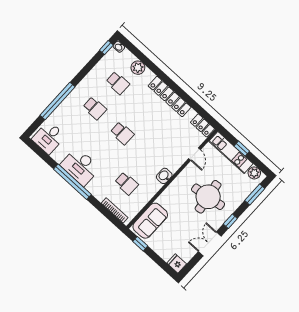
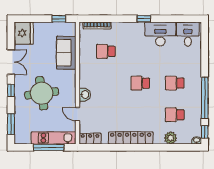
window: (58, 101) -> (205, 98), moved
window: (242, 149) -> (49, 147), width x2.17
desk: (80, 167) -> (160, 34), moved
plant: (254, 173) -> (25, 139), removed
washbasin: (164, 176) -> (85, 95), moved
window: (72, 182) -> (144, 19), width x0.32
sofa: (150, 221) -> (66, 53), moved
fridge: (177, 264) -> (24, 33), width x1.88, depth x1.34

